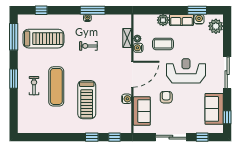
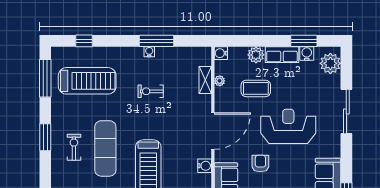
water cooler: (138, 48) -> (221, 53), moved
sliding door: (227, 73) -> (346, 112), moved

